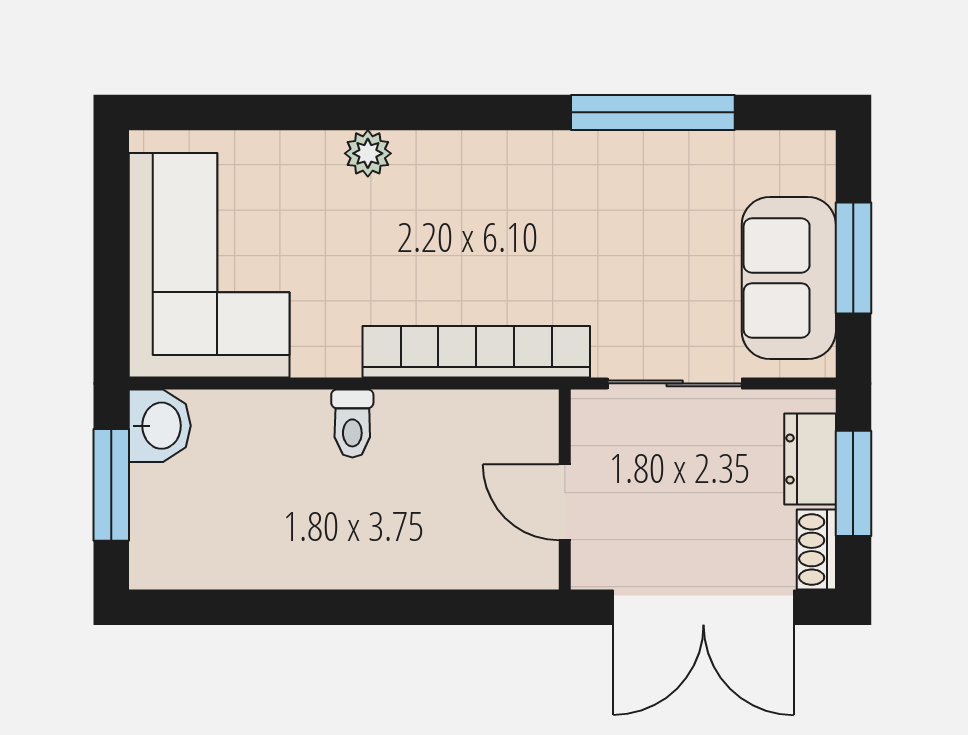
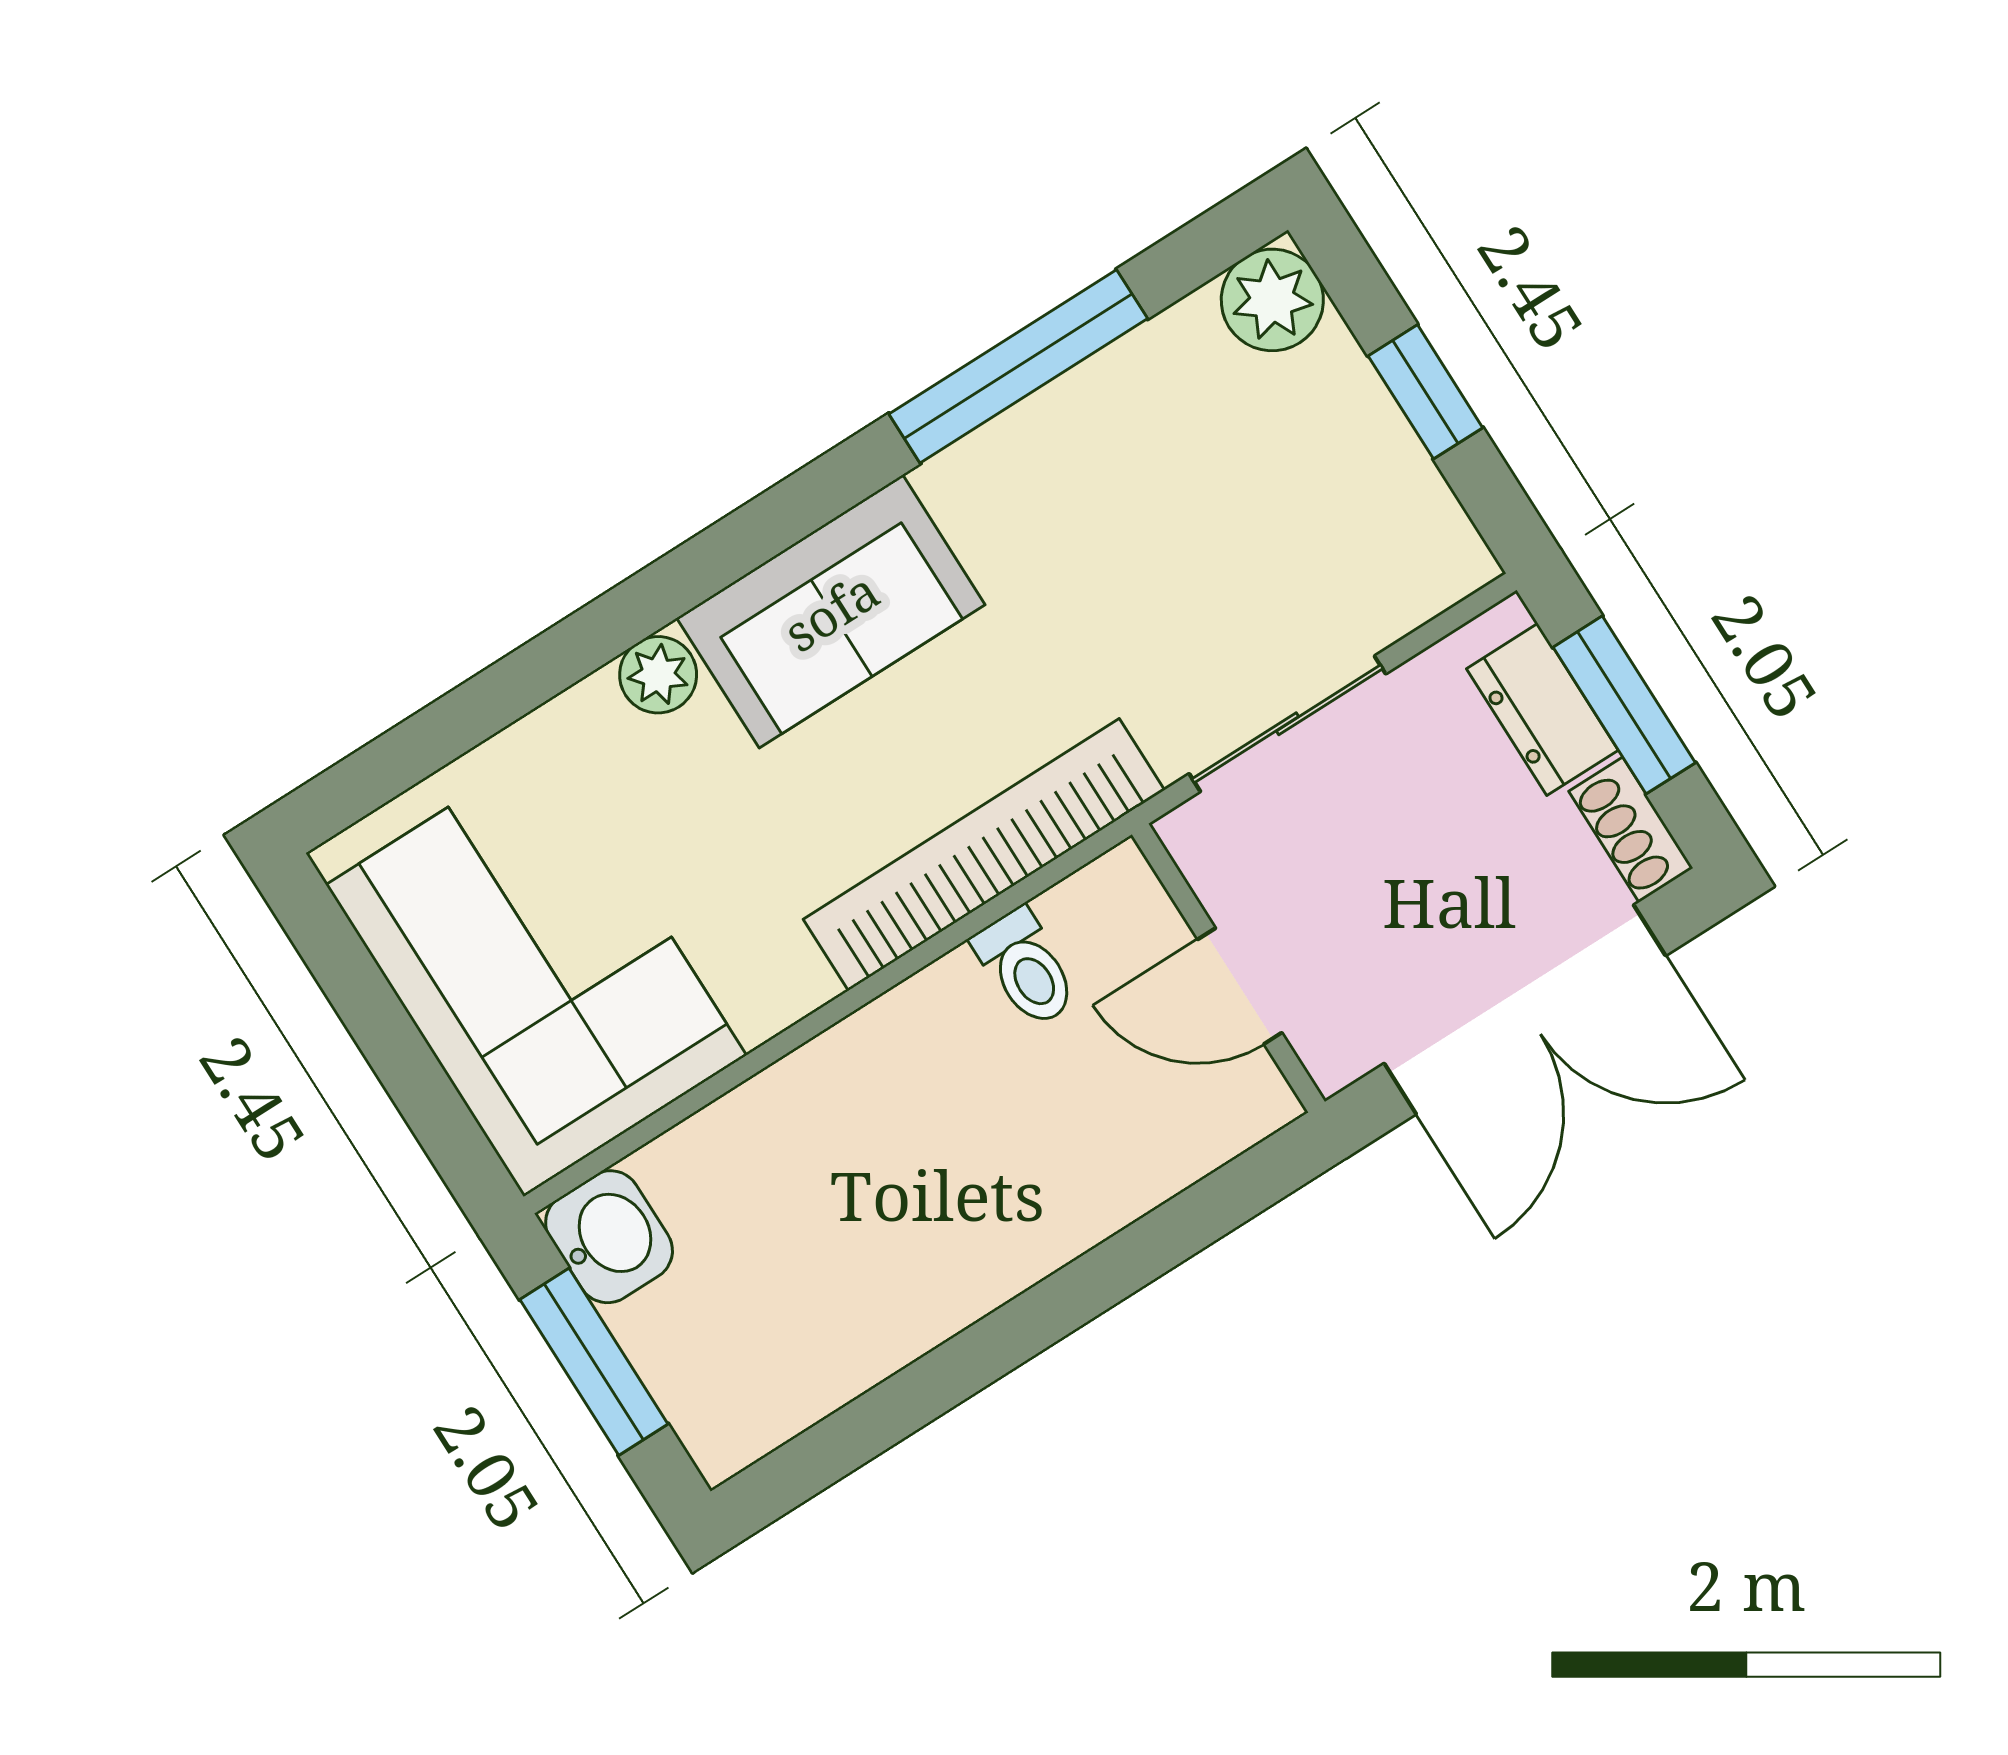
plant: (805, 161) -> (1272, 300), added
window: (853, 258) -> (1425, 392), width x0.67
sofa: (789, 278) -> (831, 611), moved, turned -90
toilet: (352, 423) -> (1026, 968), moved

